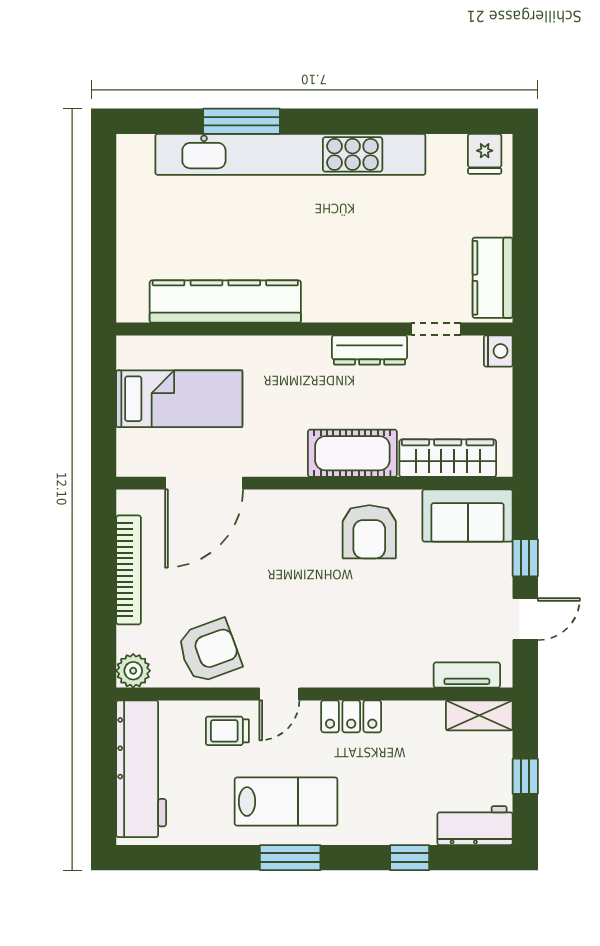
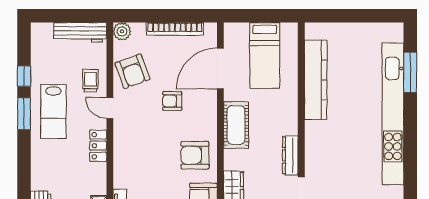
window: (242, 121) -> (410, 72), moved
cot: (352, 453) -> (236, 125), moved
door: (204, 483) -> (220, 69), hinge flipped
armchair: (266, 575) -> (172, 101), added
workbench: (141, 769) -> (80, 32), width x0.73, depth x0.76
window: (410, 858) -> (24, 76), moved

